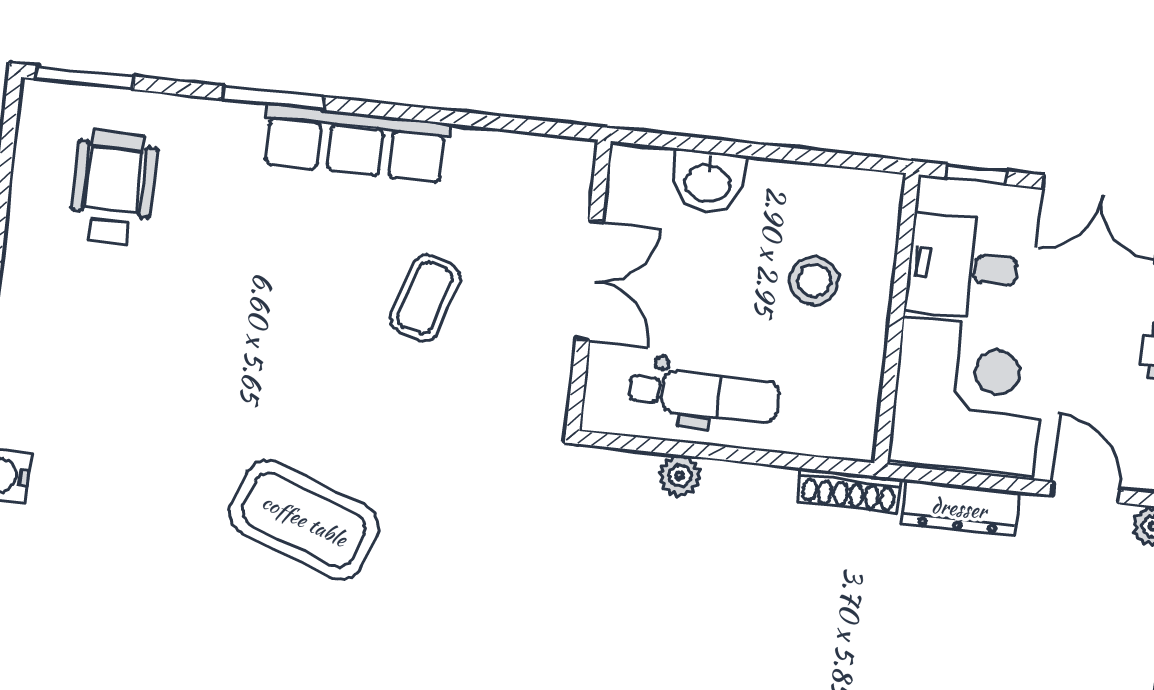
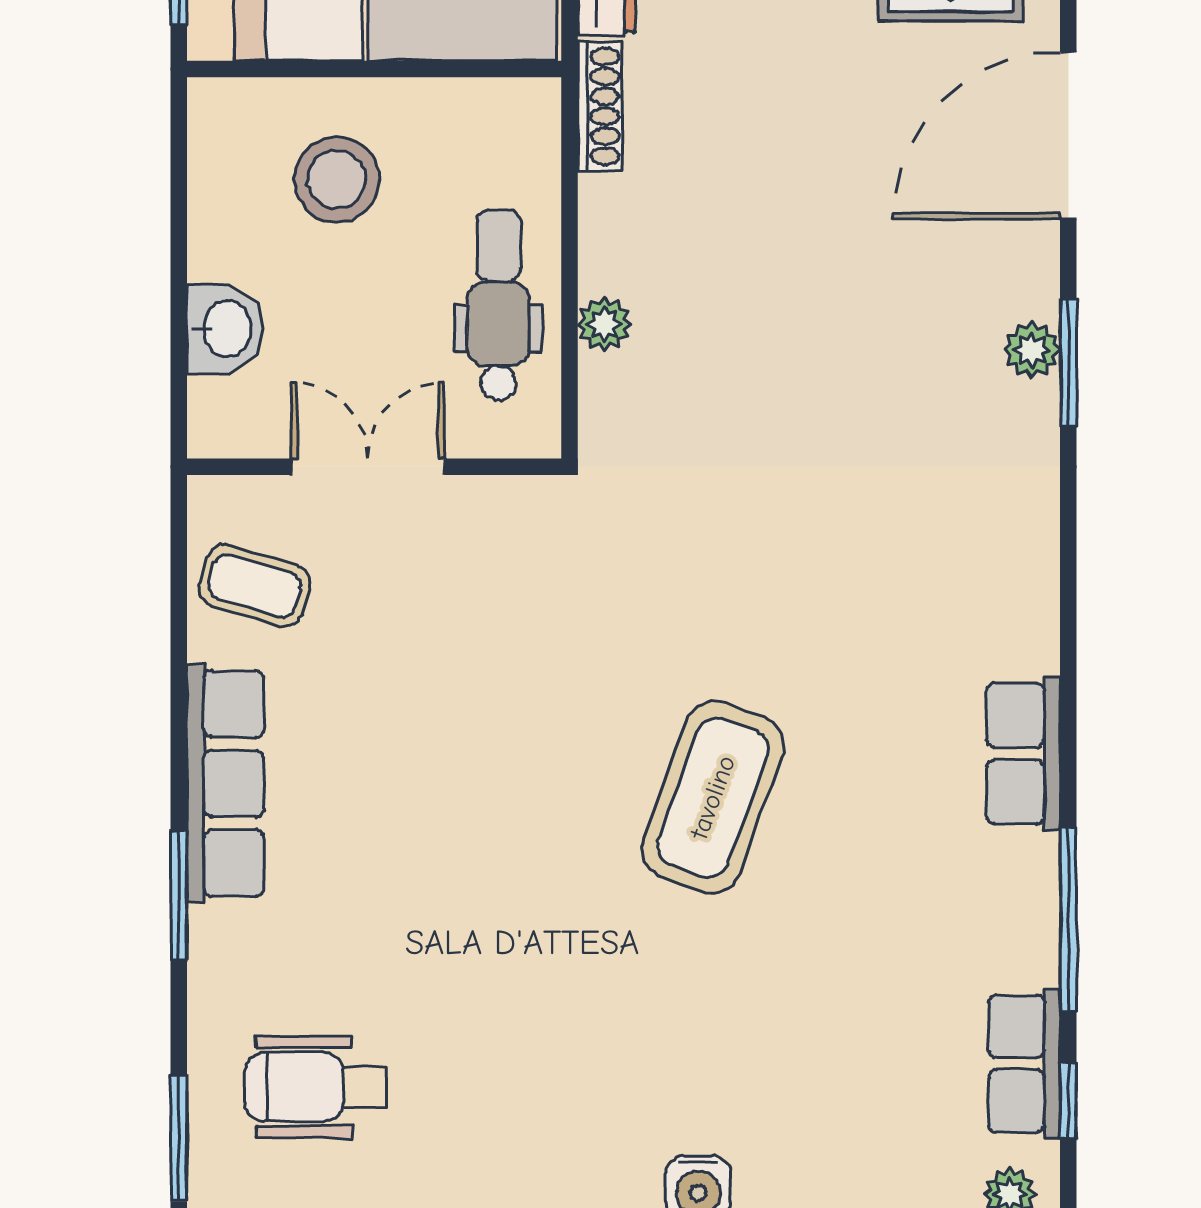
stool: (814, 281) -> (337, 179), width x1.38, depth x1.38
coffee table: (425, 298) -> (255, 586), moved

